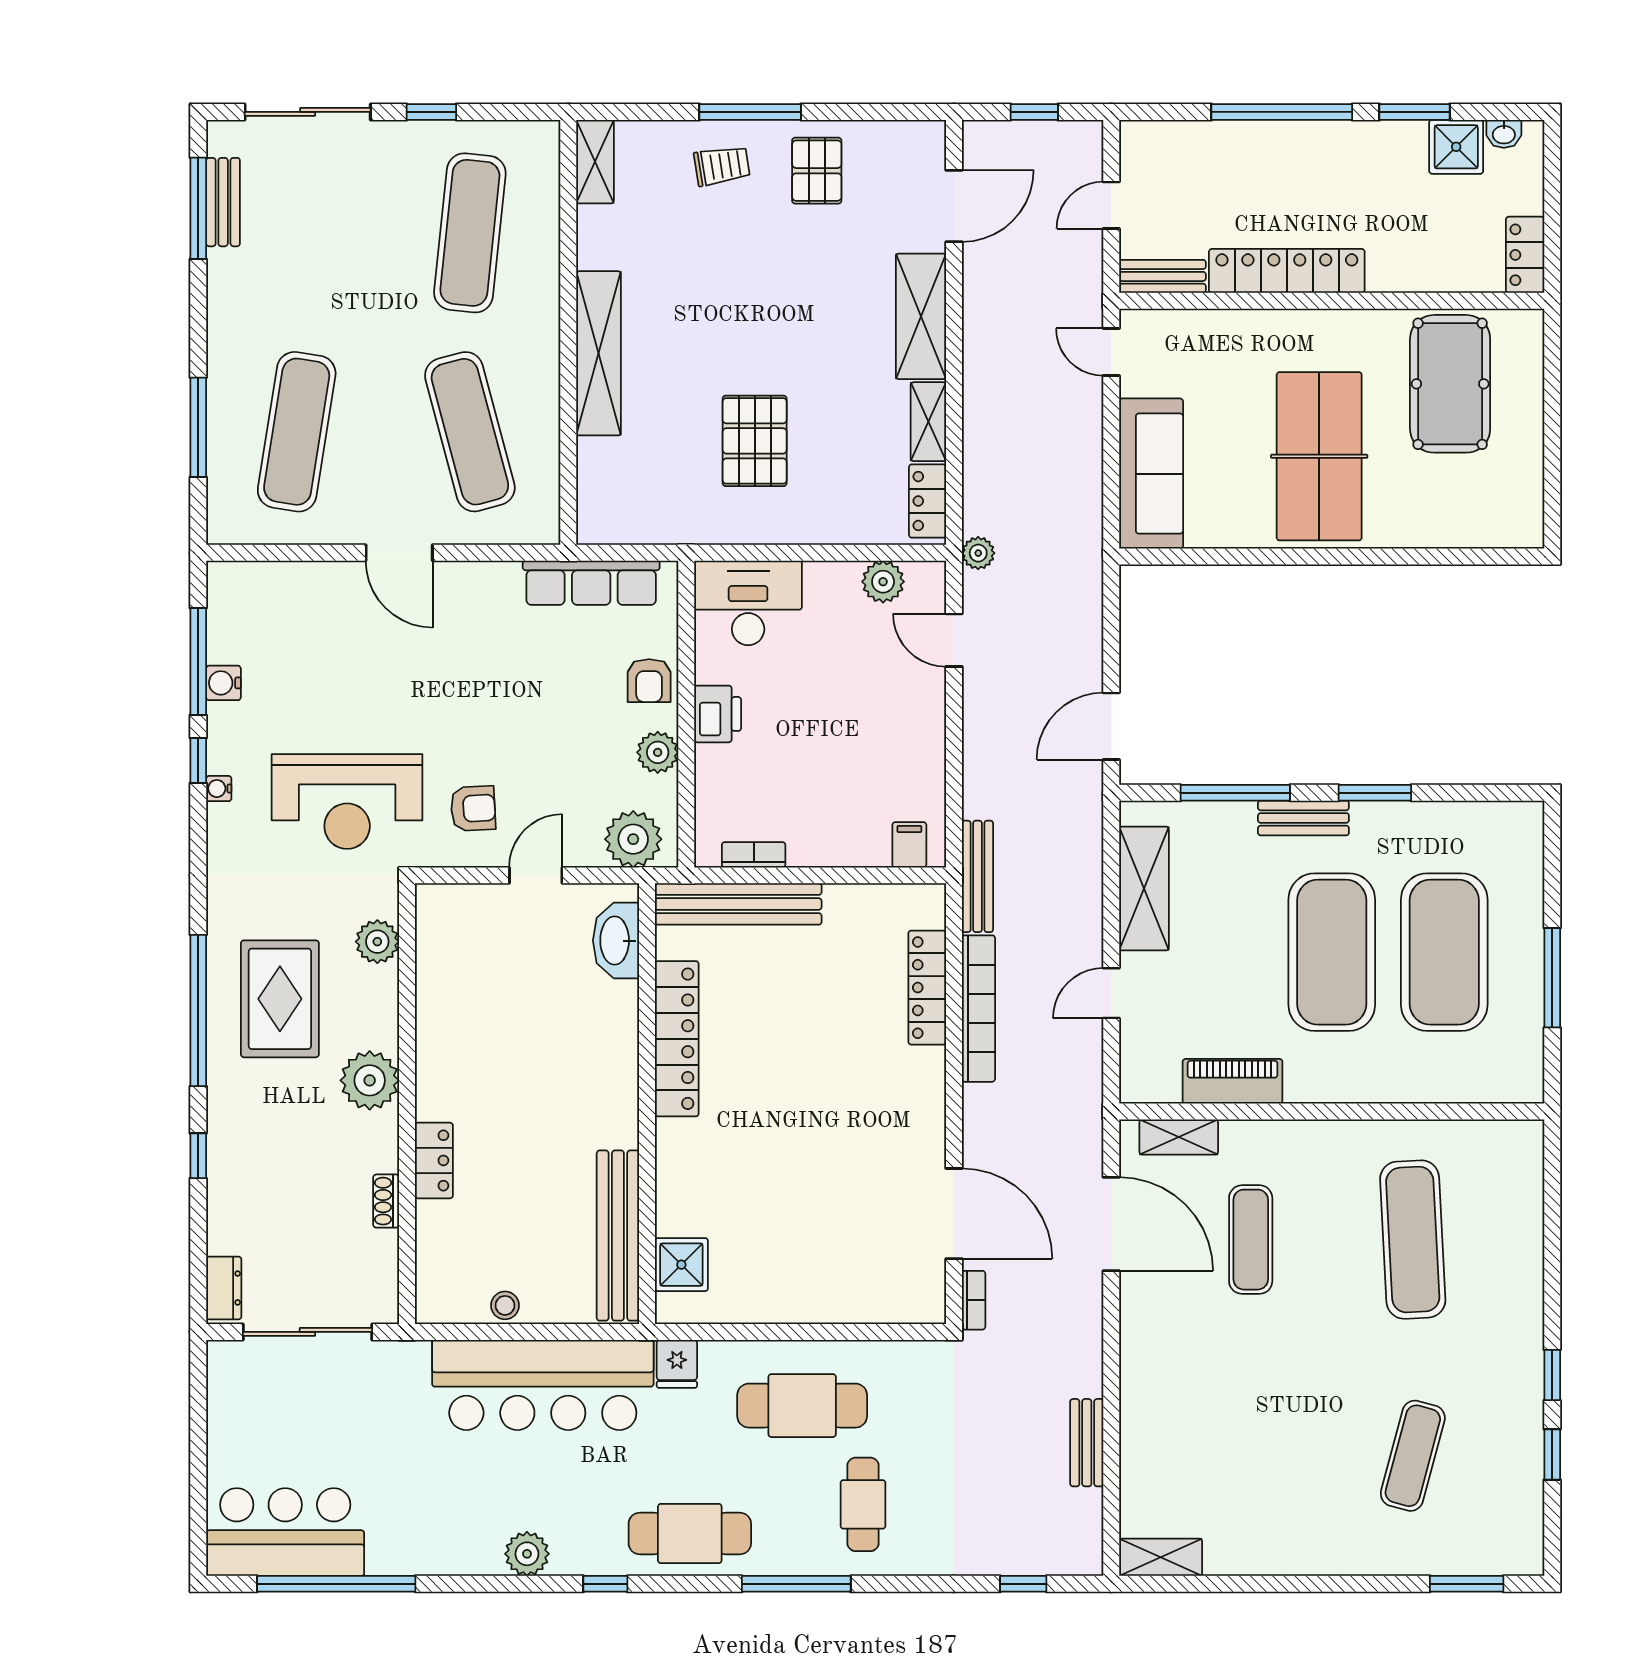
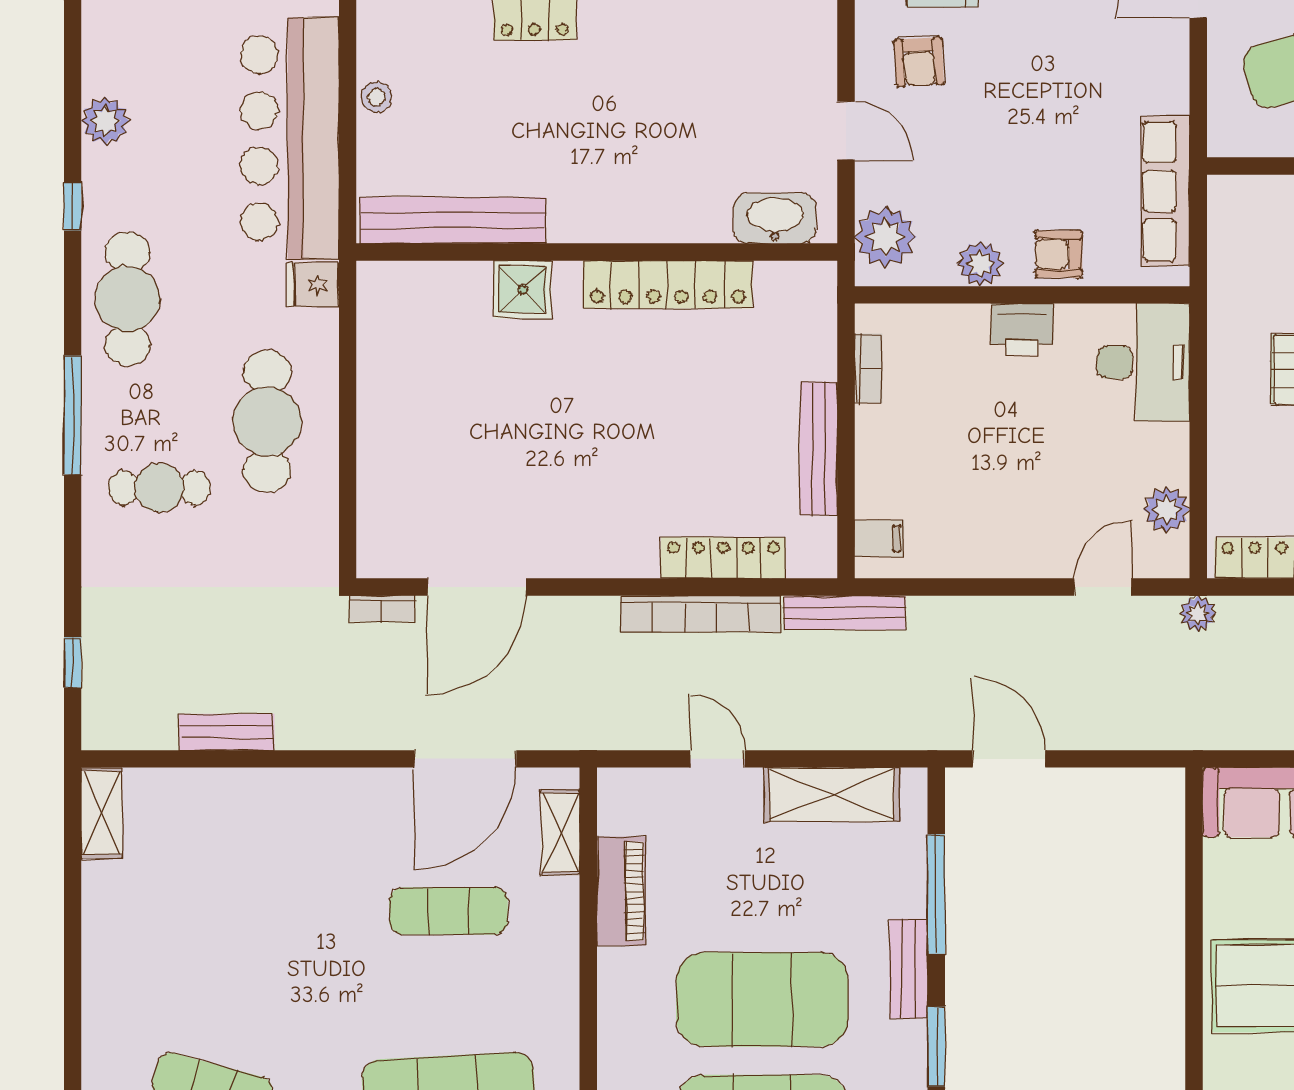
bench: (738, 904) -> (819, 449), moved, width x0.73, depth x0.82
shower: (681, 1265) -> (522, 290), moved

